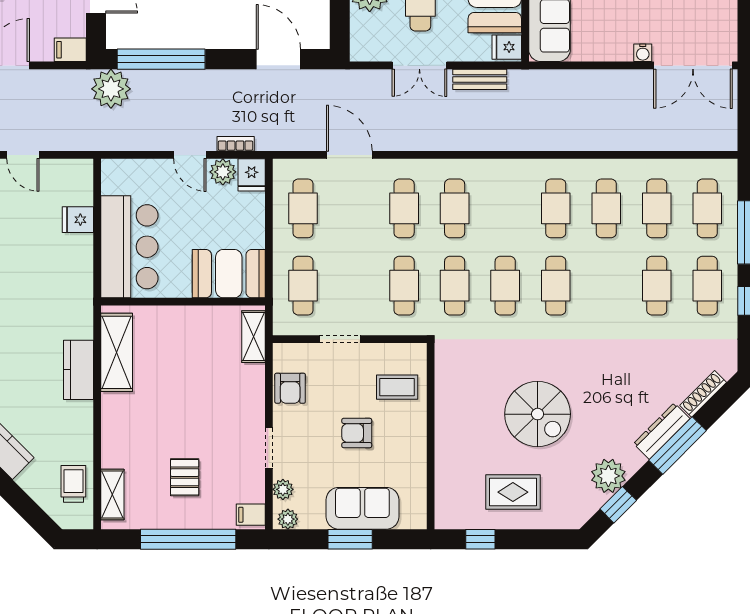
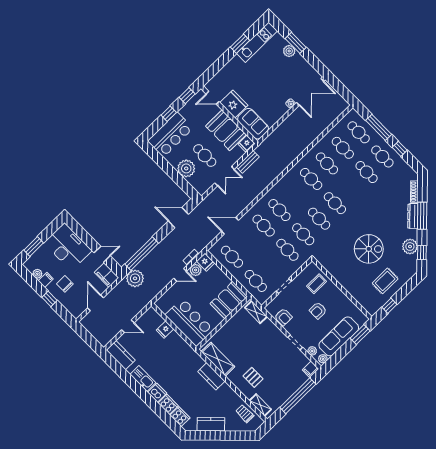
filing cabinet: (70, 50) -> (107, 275), width x2.00
pallet: (185, 477) -> (253, 377), moved
sofa: (362, 508) -> (339, 336), width x1.36
window: (350, 539) -> (360, 334), moved

